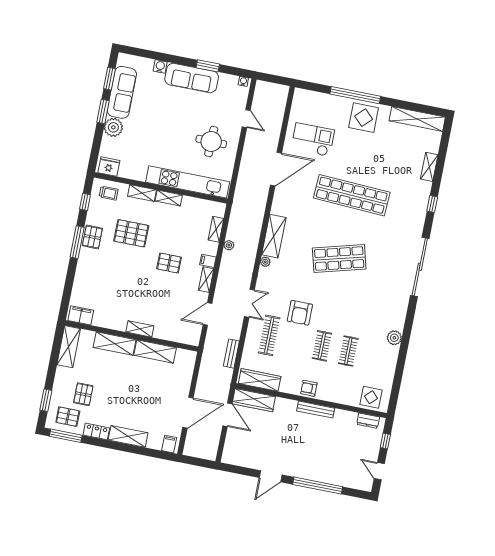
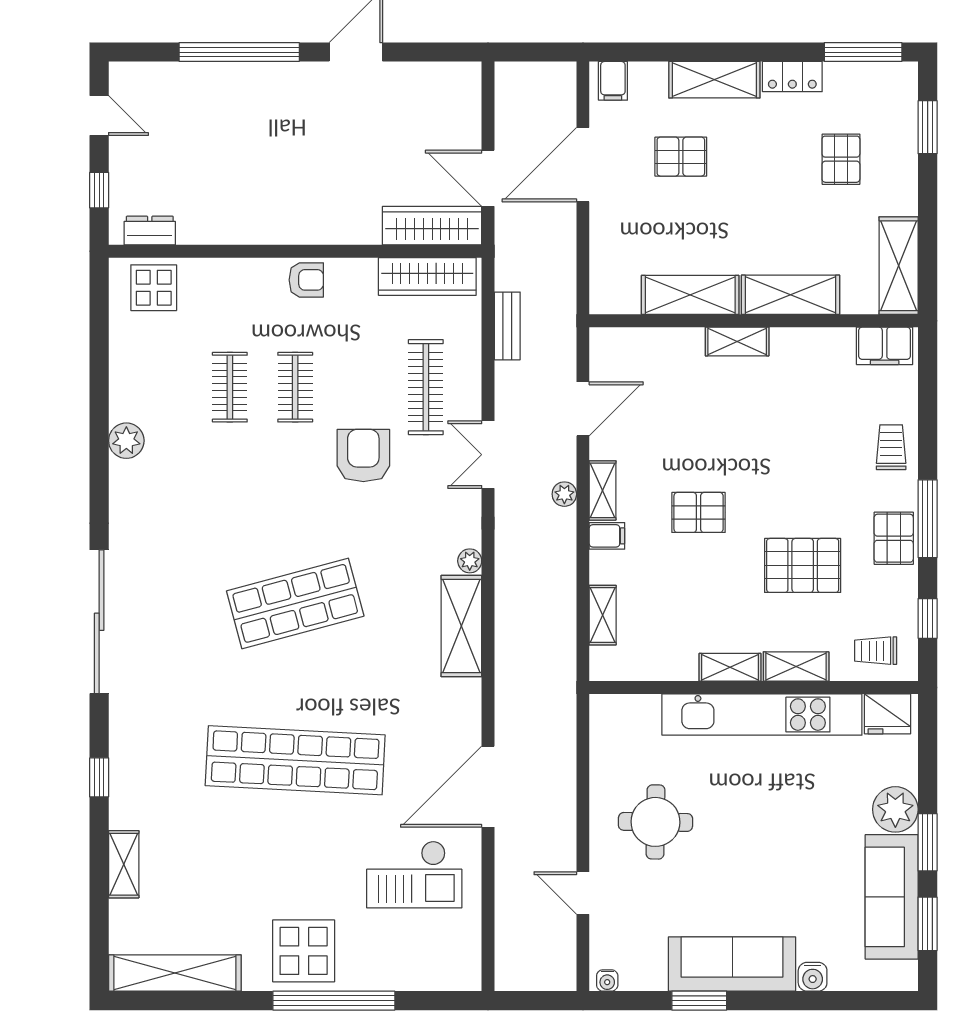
kitchen unit: (188, 182) -> (762, 715), moved
plant: (229, 245) -> (564, 494), moved
trolley: (86, 274) -> (891, 447), added
bench: (316, 410) -> (280, 232), removed
pallet: (68, 417) -> (681, 157), moved

